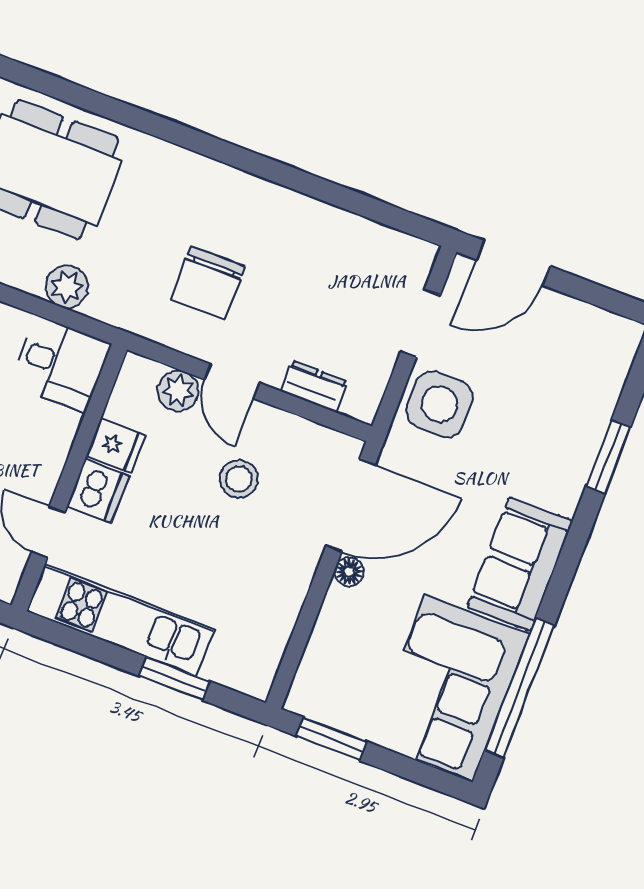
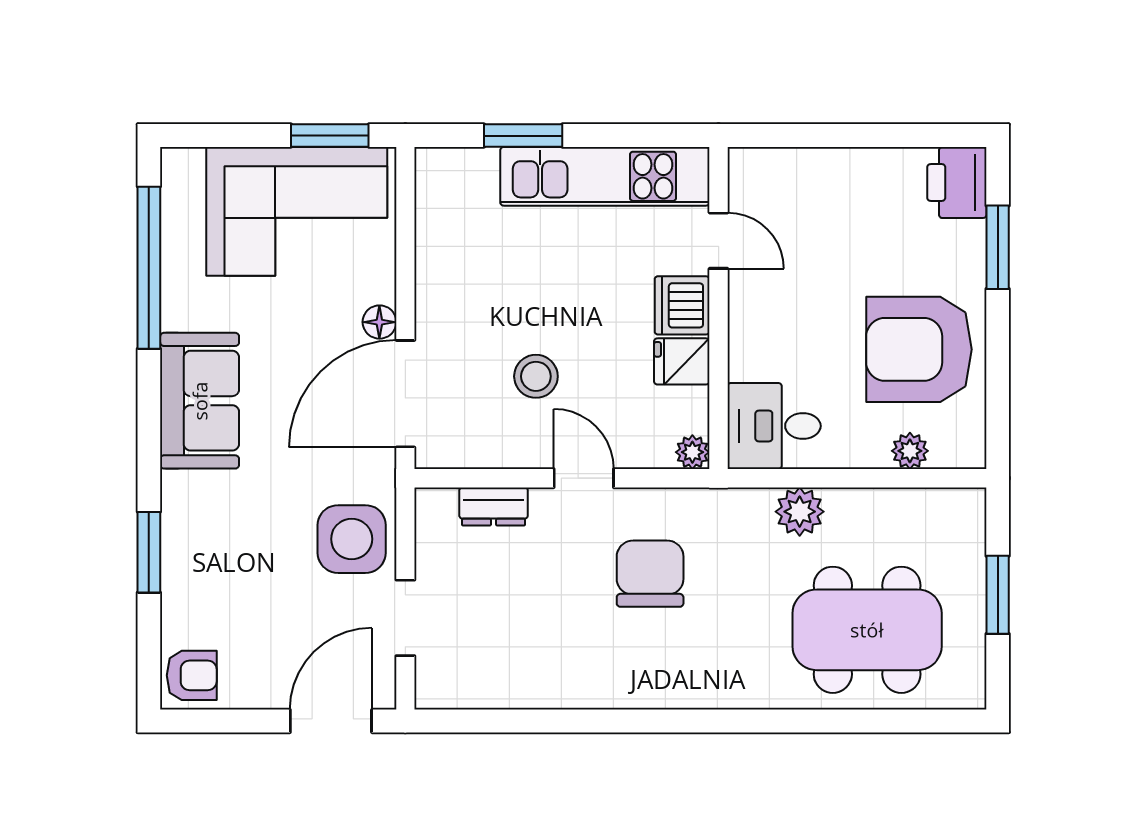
armchair: (612, 343) -> (192, 675), added
plant: (178, 391) -> (692, 452), moved, width x0.73, depth x0.73
corner sofa: (449, 688) -> (297, 211), moved, turned 90

